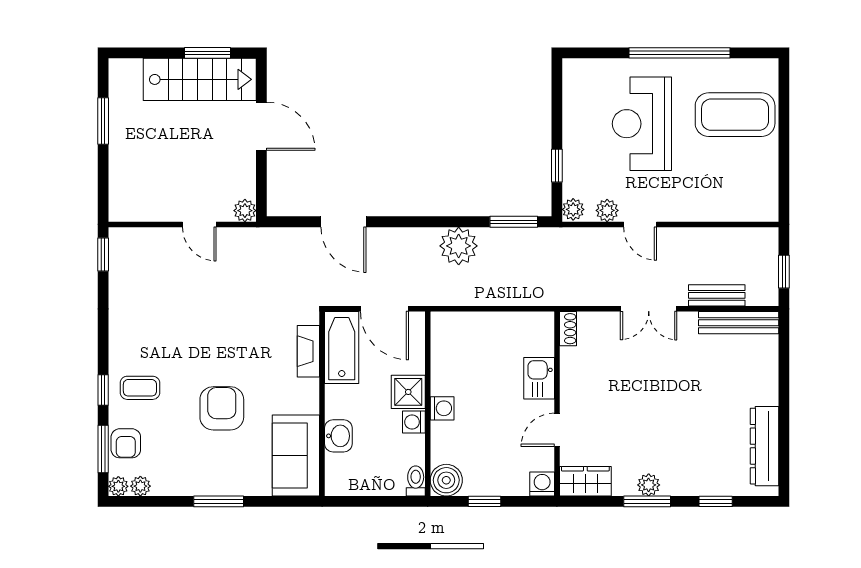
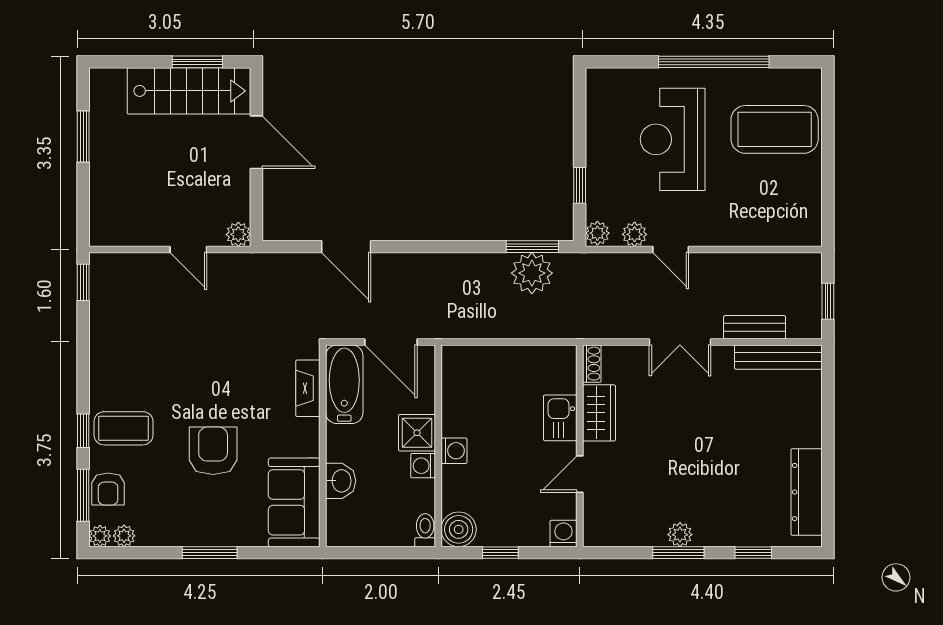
plant: (459, 246) -> (532, 273), moved
coffee table: (140, 388) -> (124, 428), width x1.36, depth x1.30
wardrobe: (585, 481) -> (599, 413), moved, turned 90

